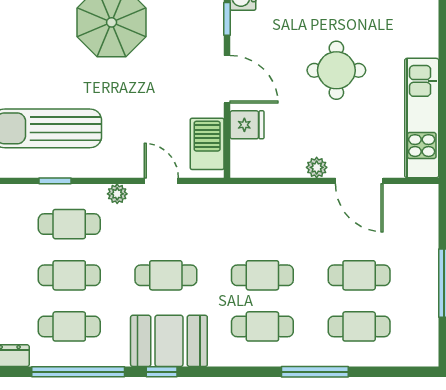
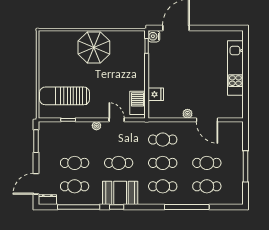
round table: (336, 70) -> (196, 69), removed
door: (227, 79) -> (147, 73), removed
kitchen unit: (422, 118) -> (235, 68), moved
cafe table: (69, 224) -> (163, 140), moved
window: (315, 372) -> (187, 207), width x1.46

